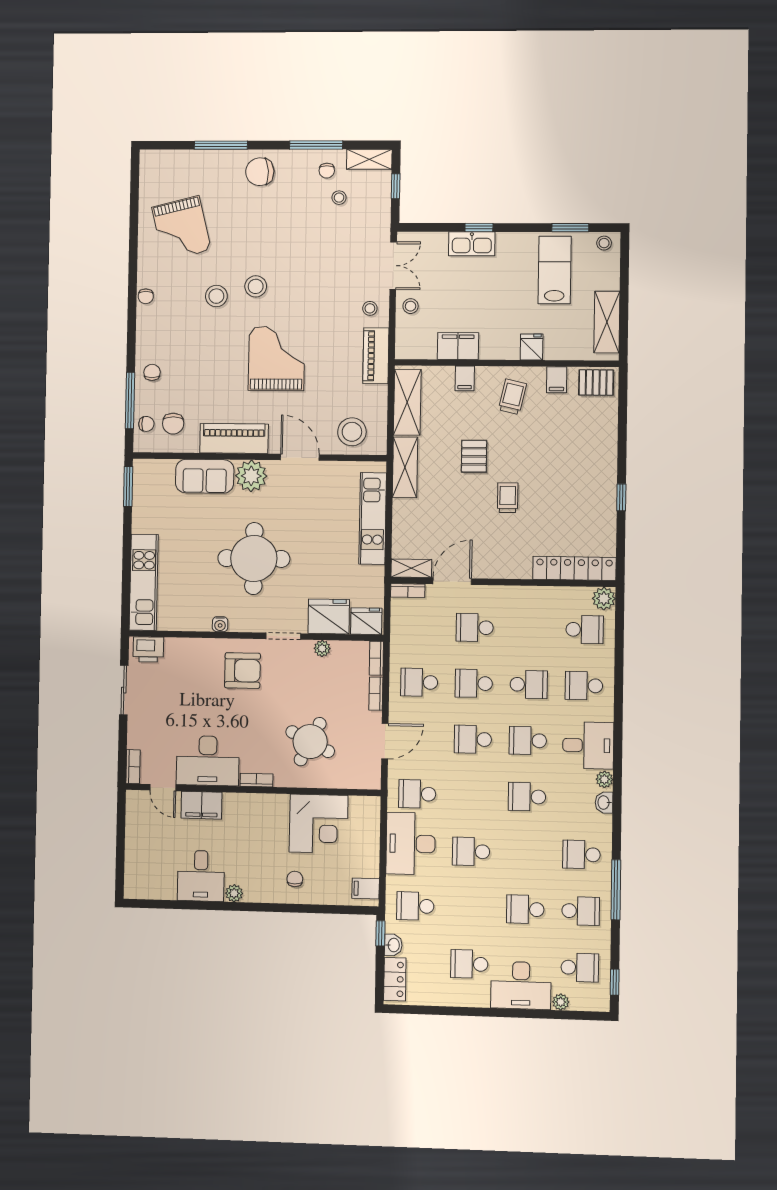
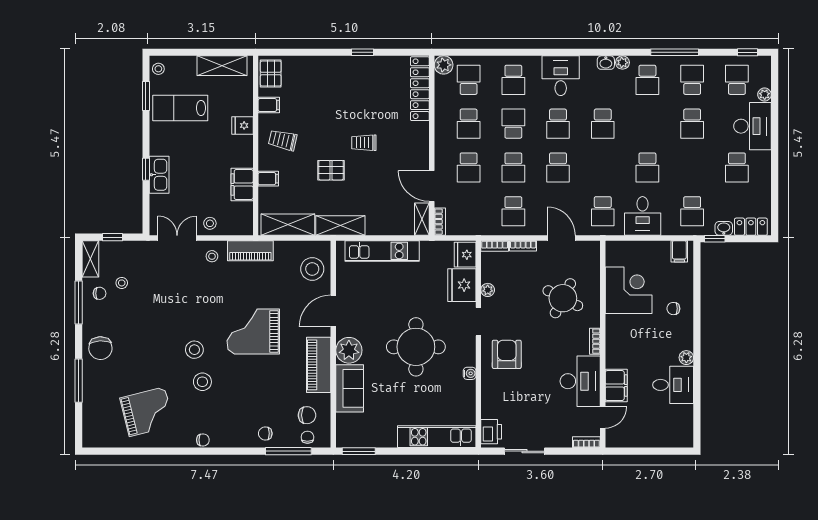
school desk: (530, 629) -> (469, 124), added
plant: (604, 779) -> (622, 63), moved
desk: (411, 844) -> (643, 216), width x0.73

